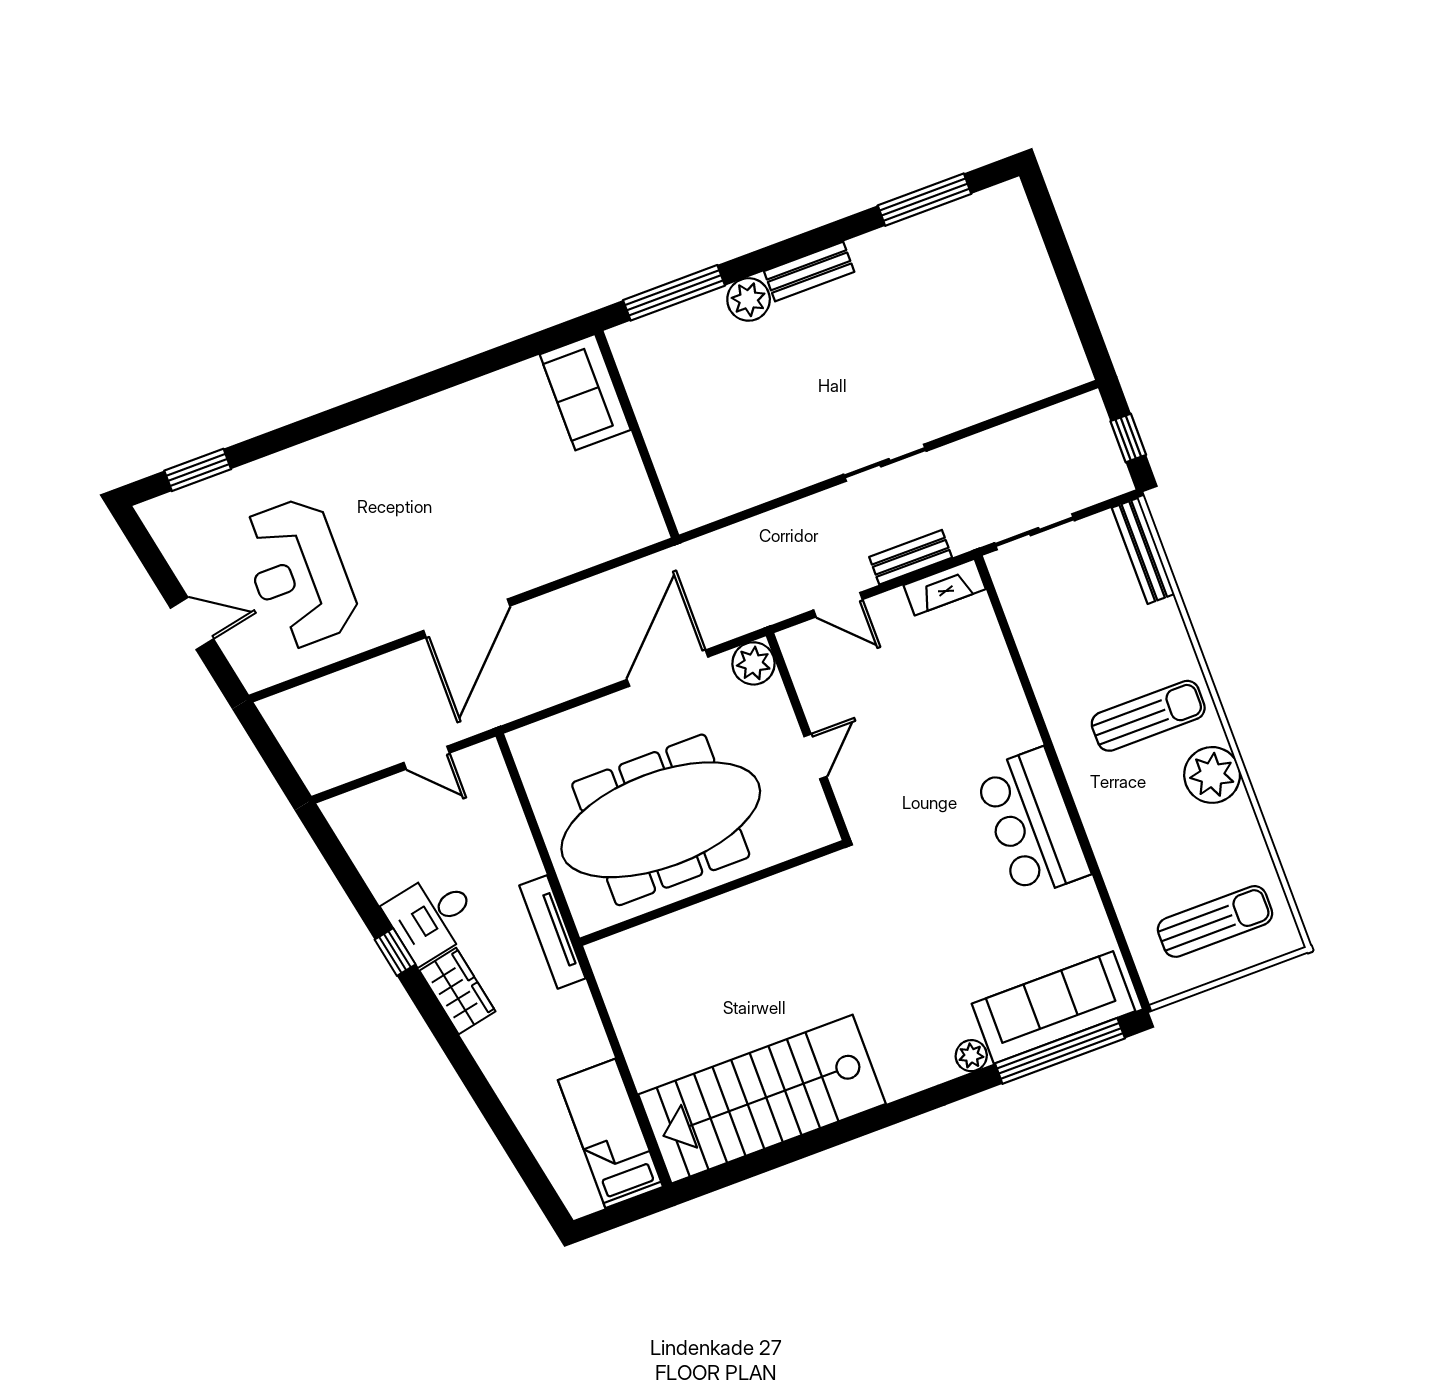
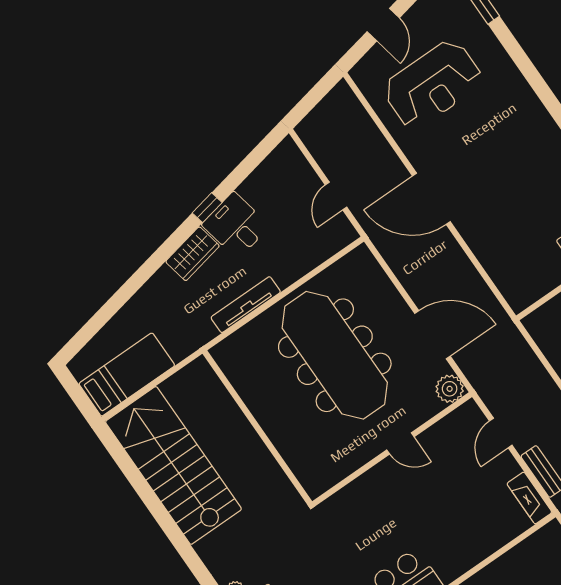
reception desk: (299, 573) -> (433, 84), turned 180
wall: (712, 893) -> (257, 427), moved

